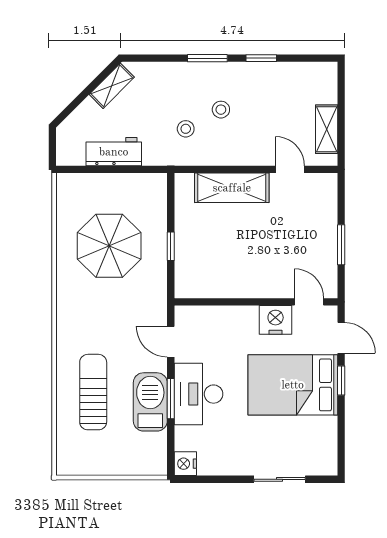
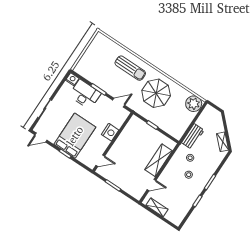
workbench: (114, 152) -> (193, 136), moved
plant: (75, 193) -> (194, 104), added
parasol: (109, 246) -> (156, 93), moved
nightstand: (276, 320) -> (110, 132), moved
door: (341, 338) -> (41, 138), moved
sun lounger: (93, 392) -> (130, 68), moved
desk: (199, 394) -> (85, 94), moved
barbecue: (150, 402) -> (102, 81), removed

